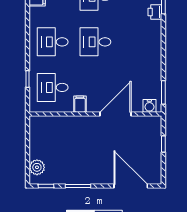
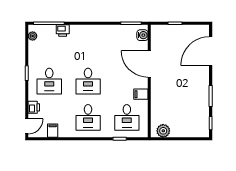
plant: (37, 167) -> (163, 131), moved

